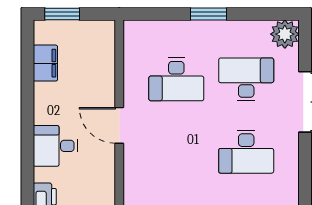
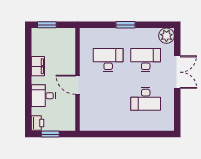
filing cabinet: (45, 63) -> (38, 66), moved
desk: (176, 79) -> (108, 60), turned 180

